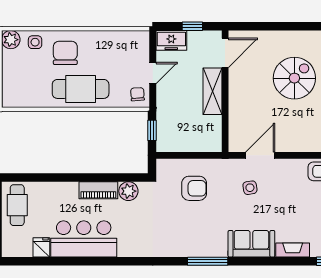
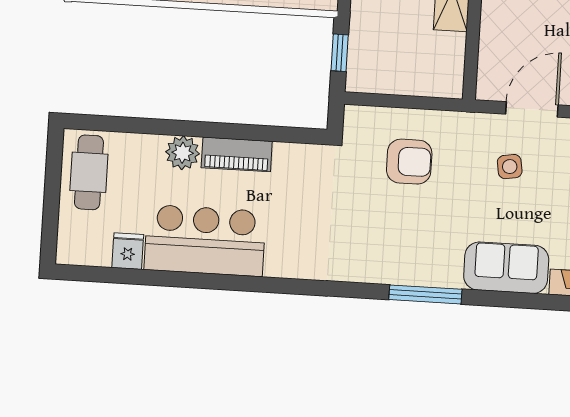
plant: (128, 191) -> (183, 153), moved

